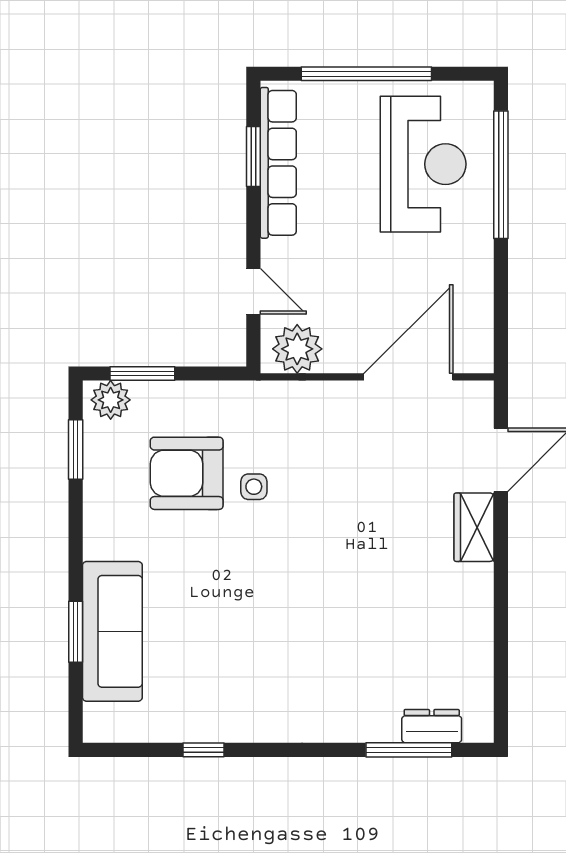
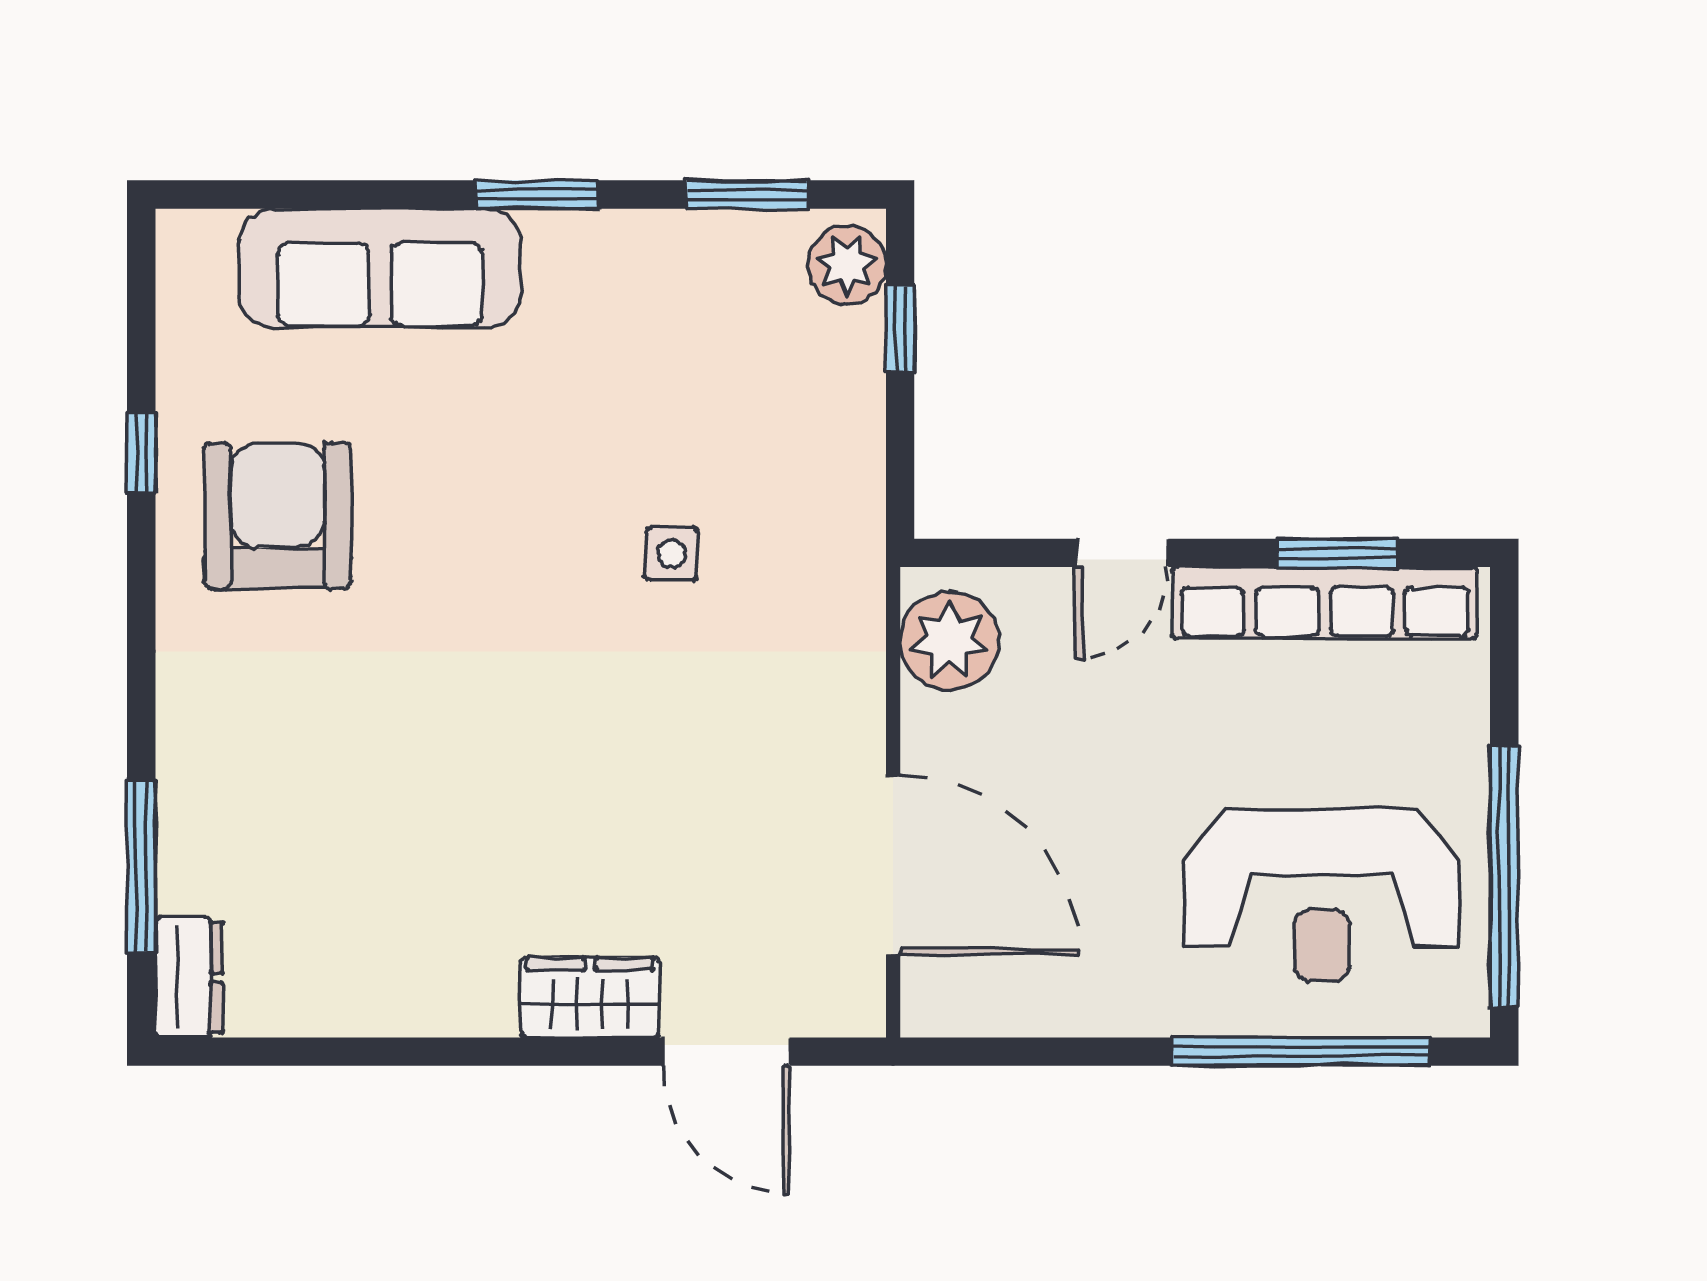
window: (366, 74) -> (1504, 876), moved
door: (253, 291) -> (1122, 553), moved
window: (142, 373) -> (900, 329), width x0.67
armchair: (187, 473) -> (277, 516), moved
window: (76, 632) -> (538, 195), moved
dresser: (432, 726) -> (189, 978), moved

